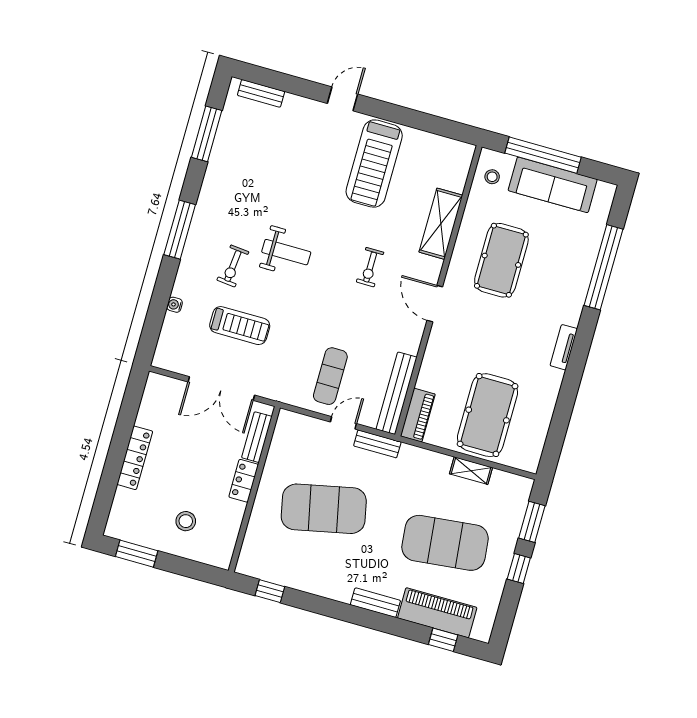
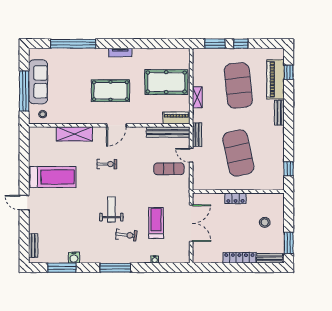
water cooler: (219, 160) -> (74, 258), added
pool table: (501, 260) -> (110, 91), moved
bench: (257, 437) -> (270, 258), moved
shelving: (471, 471) -> (197, 97), moved

